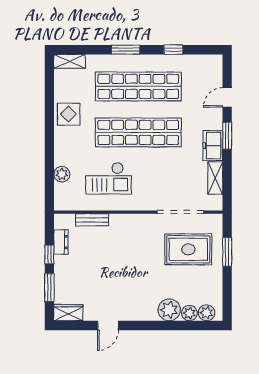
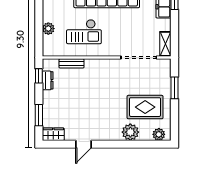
shelving: (215, 178) -> (165, 44), moved
rug: (188, 249) -> (145, 107), moved
window: (49, 254) -> (39, 76), moved
plant: (189, 313) -> (146, 135), removed

